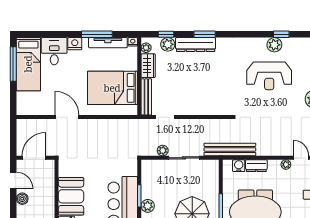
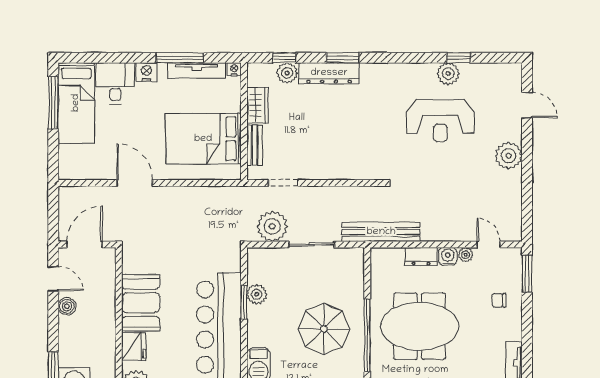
plant: (146, 48) -> (254, 78), removed
bench: (146, 97) -> (255, 145), width x0.73
plant: (163, 151) -> (272, 226), width x1.87, depth x1.87
water cooler: (239, 166) -> (448, 256), moved
plant: (148, 206) -> (257, 294), moved

